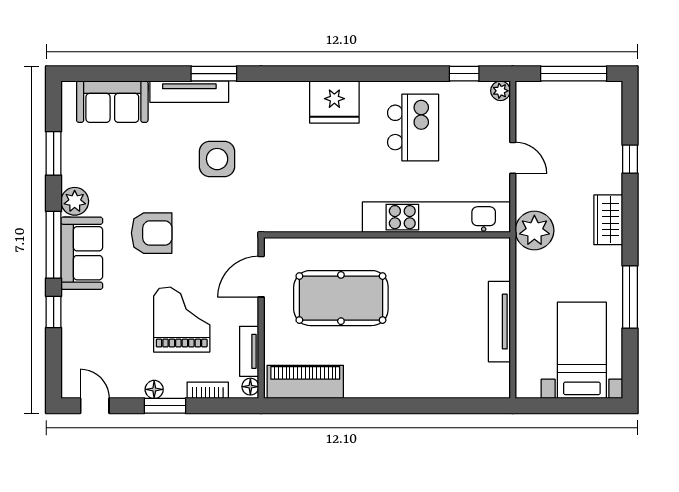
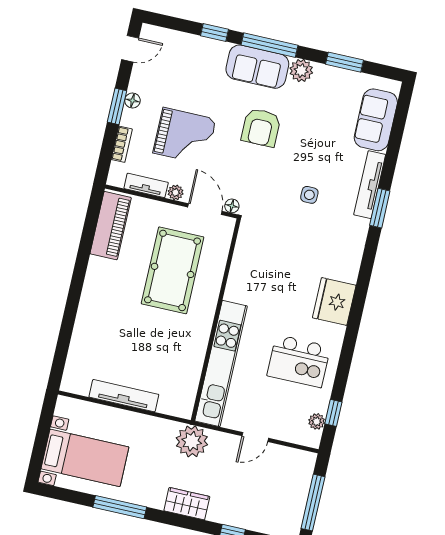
plant: (501, 91) -> (317, 421), moved
side table: (217, 159) -> (309, 195), width x0.54, depth x0.54
plant: (250, 315) -> (176, 192), added
floor lamp: (250, 387) -> (232, 206), moved

